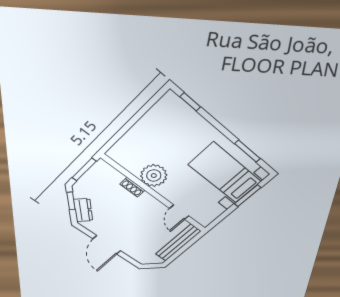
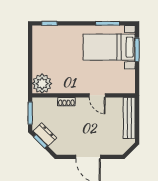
plant: (154, 176) -> (42, 84), moved
dresser: (83, 210) -> (45, 135), moved
door: (179, 212) -> (97, 95), moved

